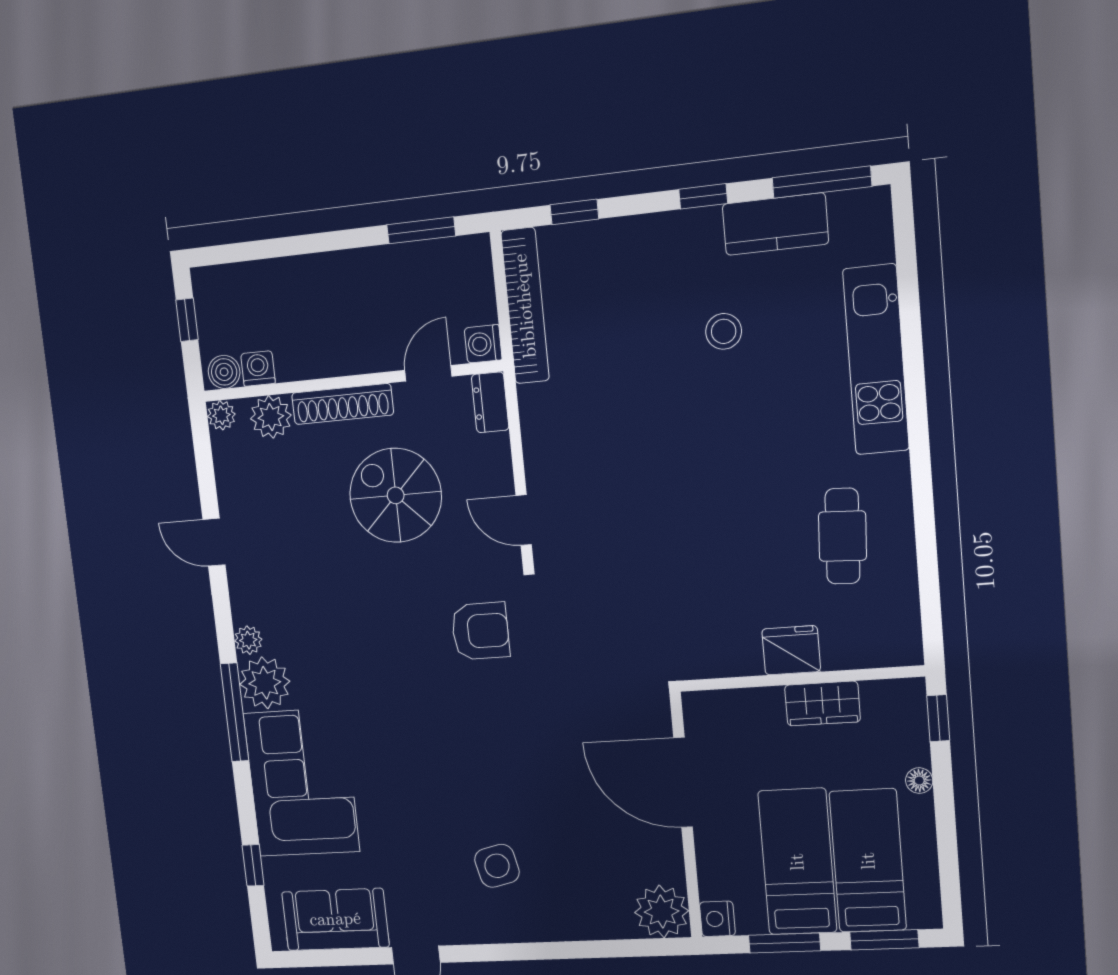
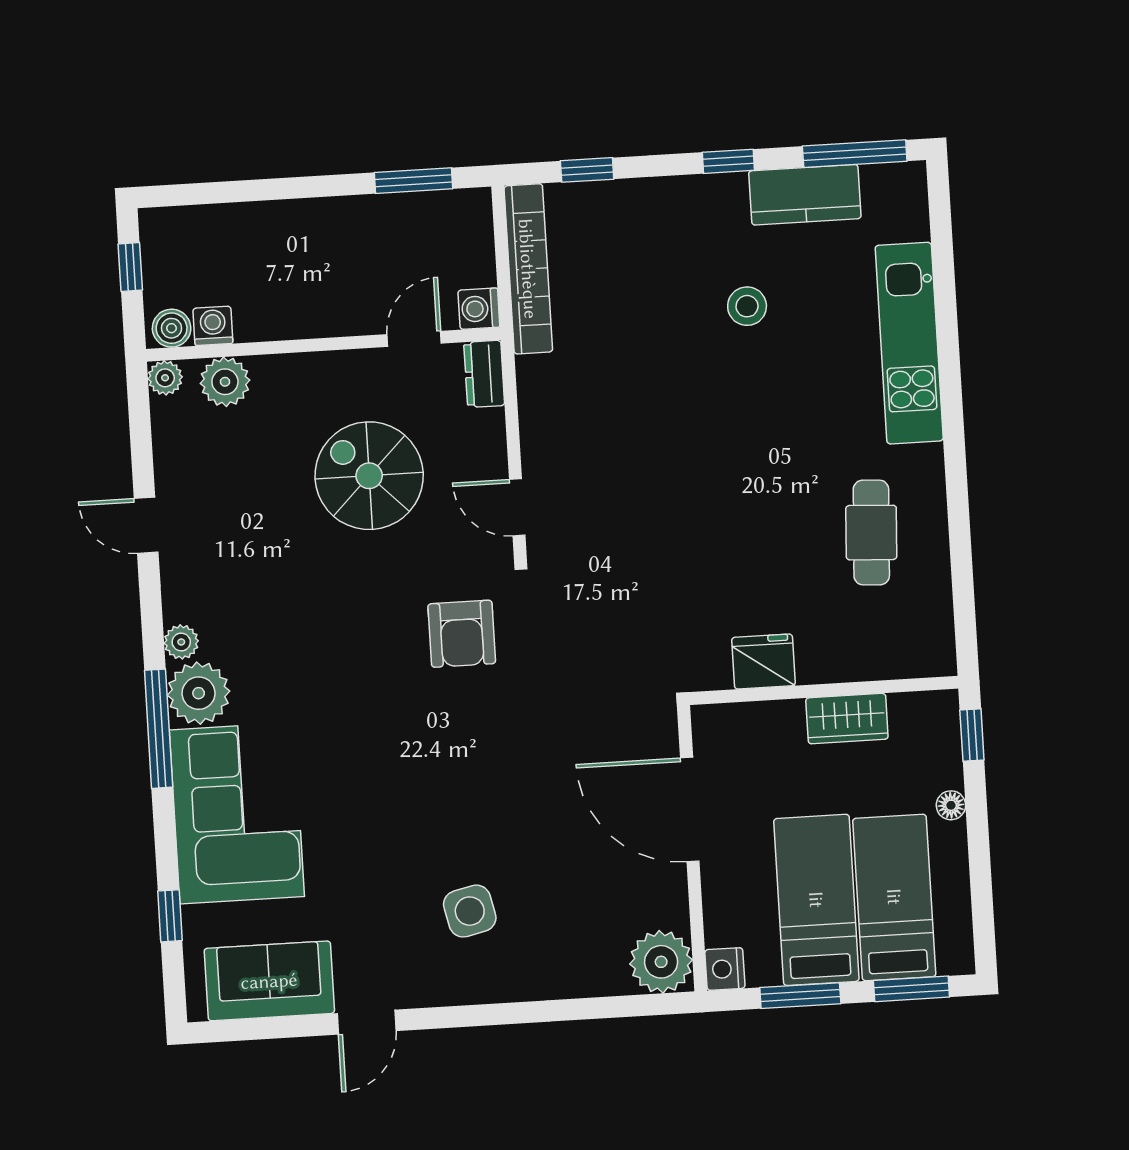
shoe rack: (343, 404) -> (312, 370), removed
armchair: (480, 631) -> (462, 634), turned 90
fridge: (791, 650) -> (763, 662), moved

